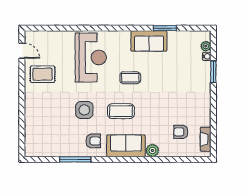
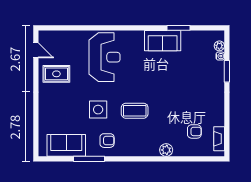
coffee table: (130, 78) -> (144, 77), removed
armchair: (181, 132) -> (194, 131), turned 180
sofa: (126, 146) -> (66, 145), moved

